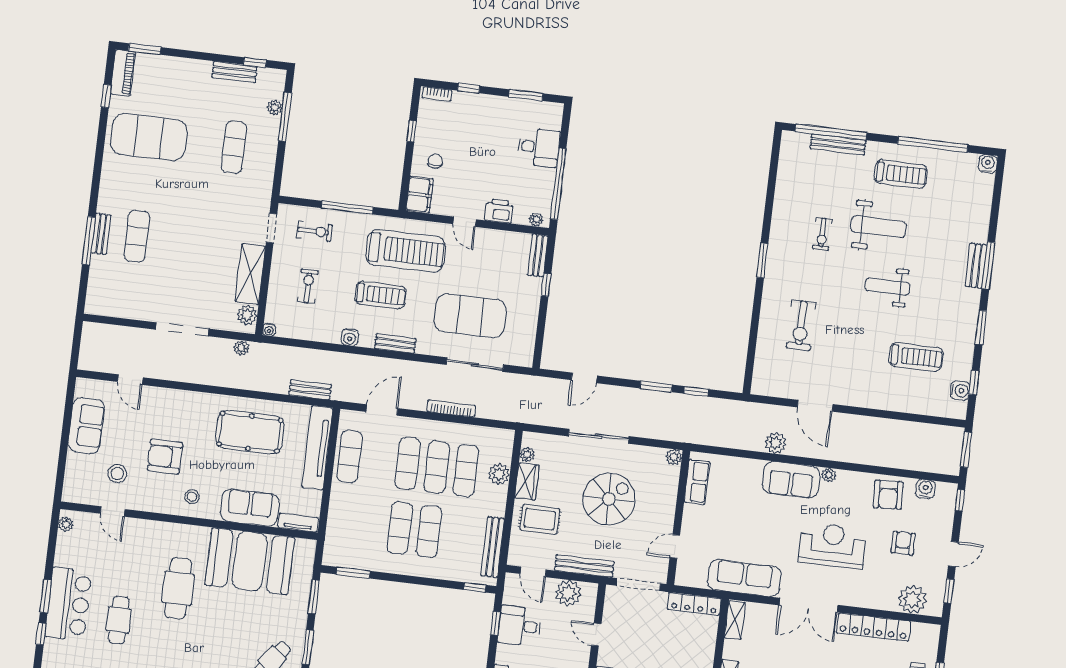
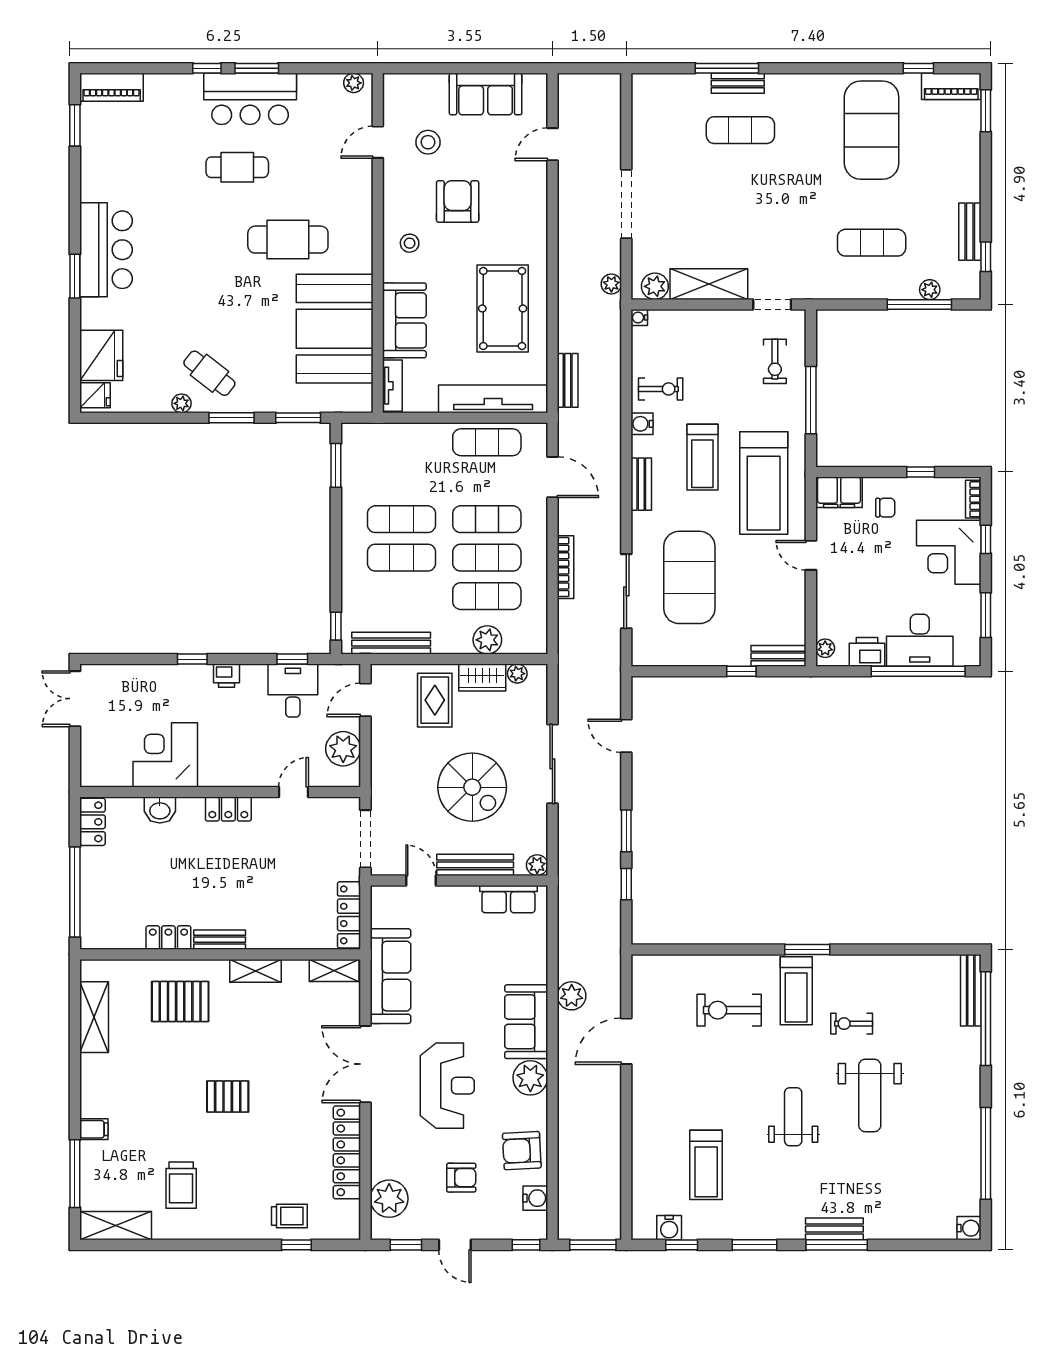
corner desk: (475, 117) -> (949, 552), added
bench: (838, 144) -> (971, 990), moved
desk: (539, 147) -> (920, 640), width x1.37
treadmill: (901, 174) -> (796, 991), moved
window: (558, 184) -> (918, 671), moved
printer: (499, 211) -> (867, 652), moved, turned -90
door: (465, 222) -> (811, 555), hinge flipped
exercise bike: (308, 286) -> (661, 389), moved
plant: (829, 475) -> (530, 1078), width x1.88, depth x1.88
bench: (584, 566) -> (475, 865), moved, turned 90

